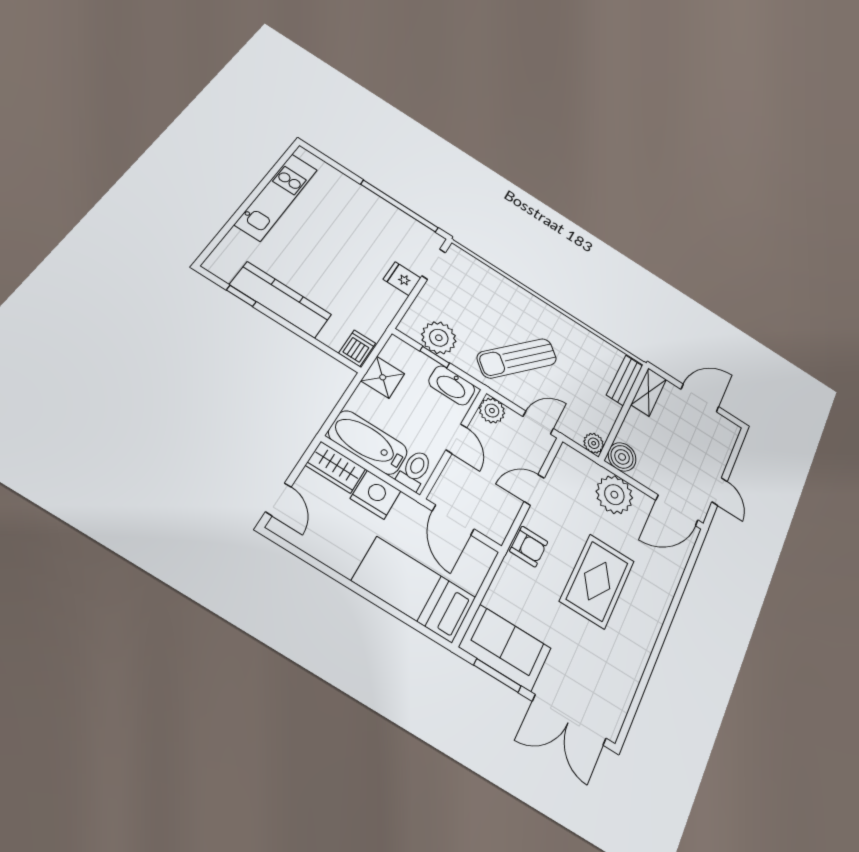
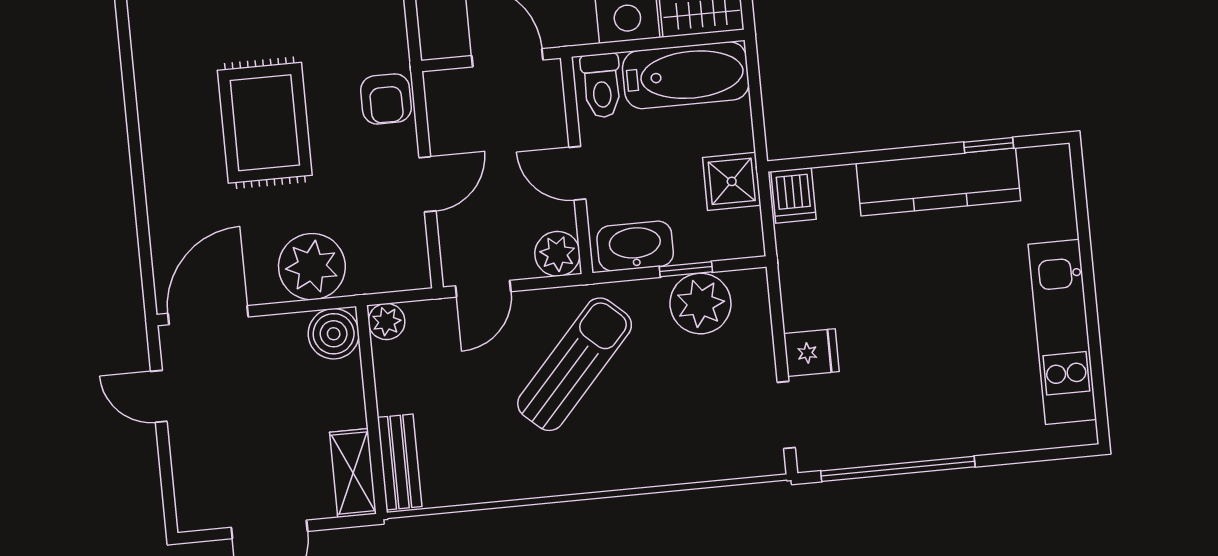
armchair: (529, 547) -> (386, 99), turned -90

